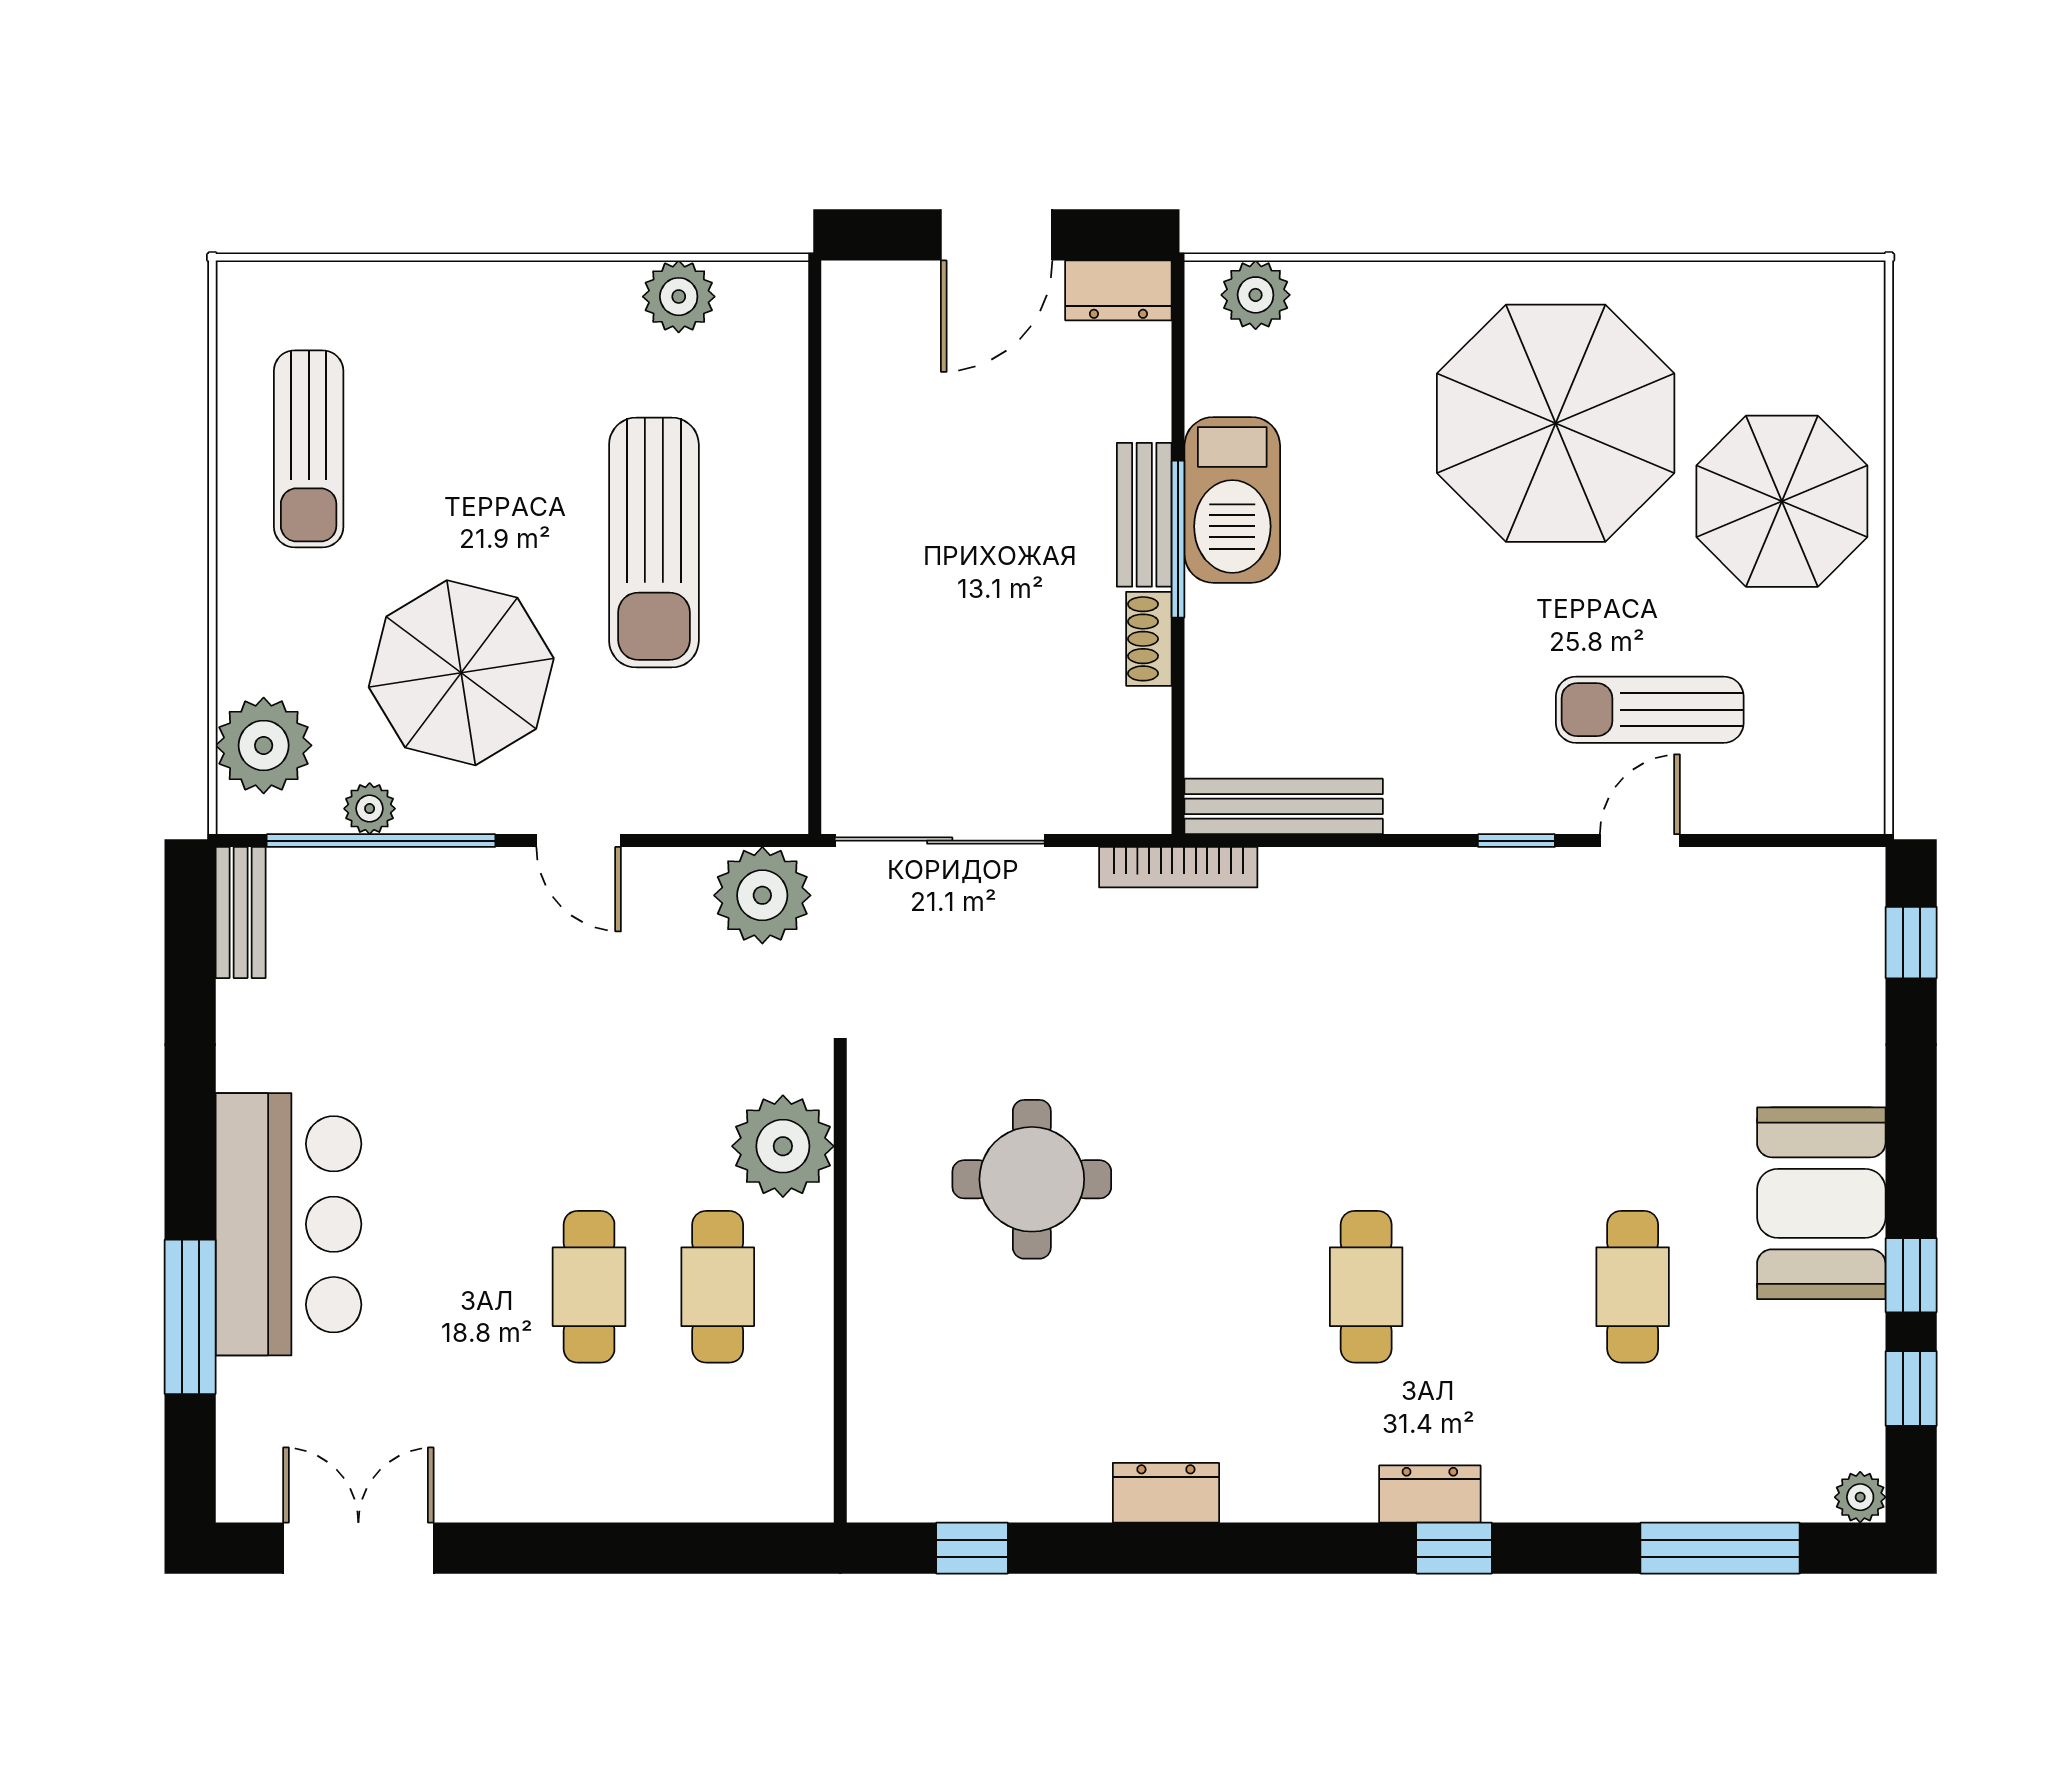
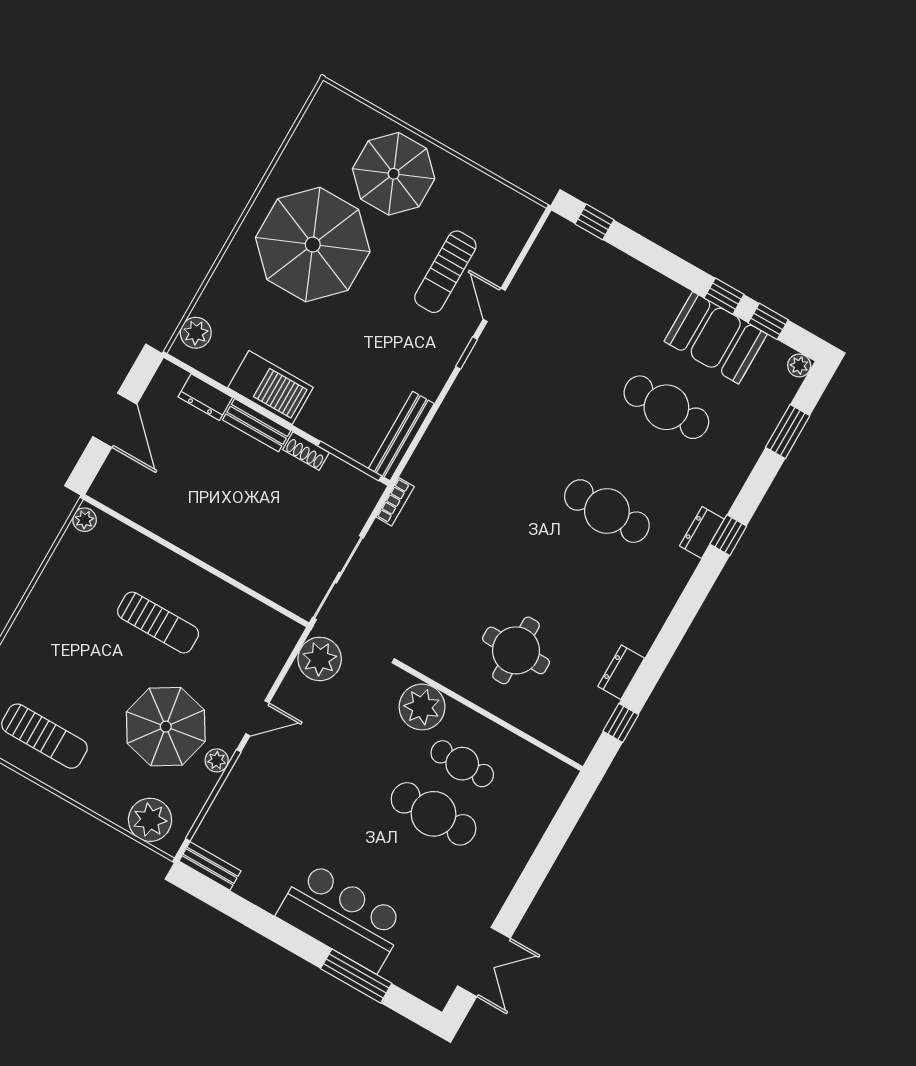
dresser: (1118, 290) -> (205, 397), moved, turned 90
plant: (679, 297) -> (85, 520), moved, width x0.73, depth x0.73
window: (1178, 539) -> (350, 461), moved
sun lounger: (654, 543) -> (158, 622), width x0.73, depth x0.75
plant: (370, 809) -> (217, 760), moved
bookcase: (1178, 867) -> (395, 502), width x0.64
round table: (1032, 1179) -> (516, 650), moved
booth: (1821, 1203) -> (716, 338), moved
cafe table: (589, 1287) -> (434, 814), width x1.37, depth x1.35
cafe table: (1366, 1287) -> (607, 511), width x1.37, depth x1.35
cafe table: (1633, 1287) -> (666, 407), width x1.37, depth x1.35
dresser: (1166, 1493) -> (621, 672), moved
double door: (358, 1548) -> (484, 962), swing flipped
window: (1720, 1548) -> (788, 431), width x0.69

